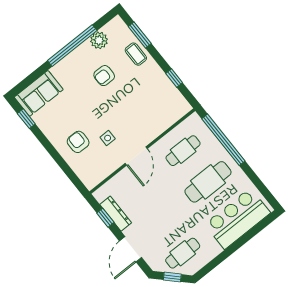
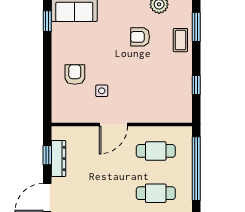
cafe table: (208, 182) -> (156, 193), width x0.73, depth x0.74

